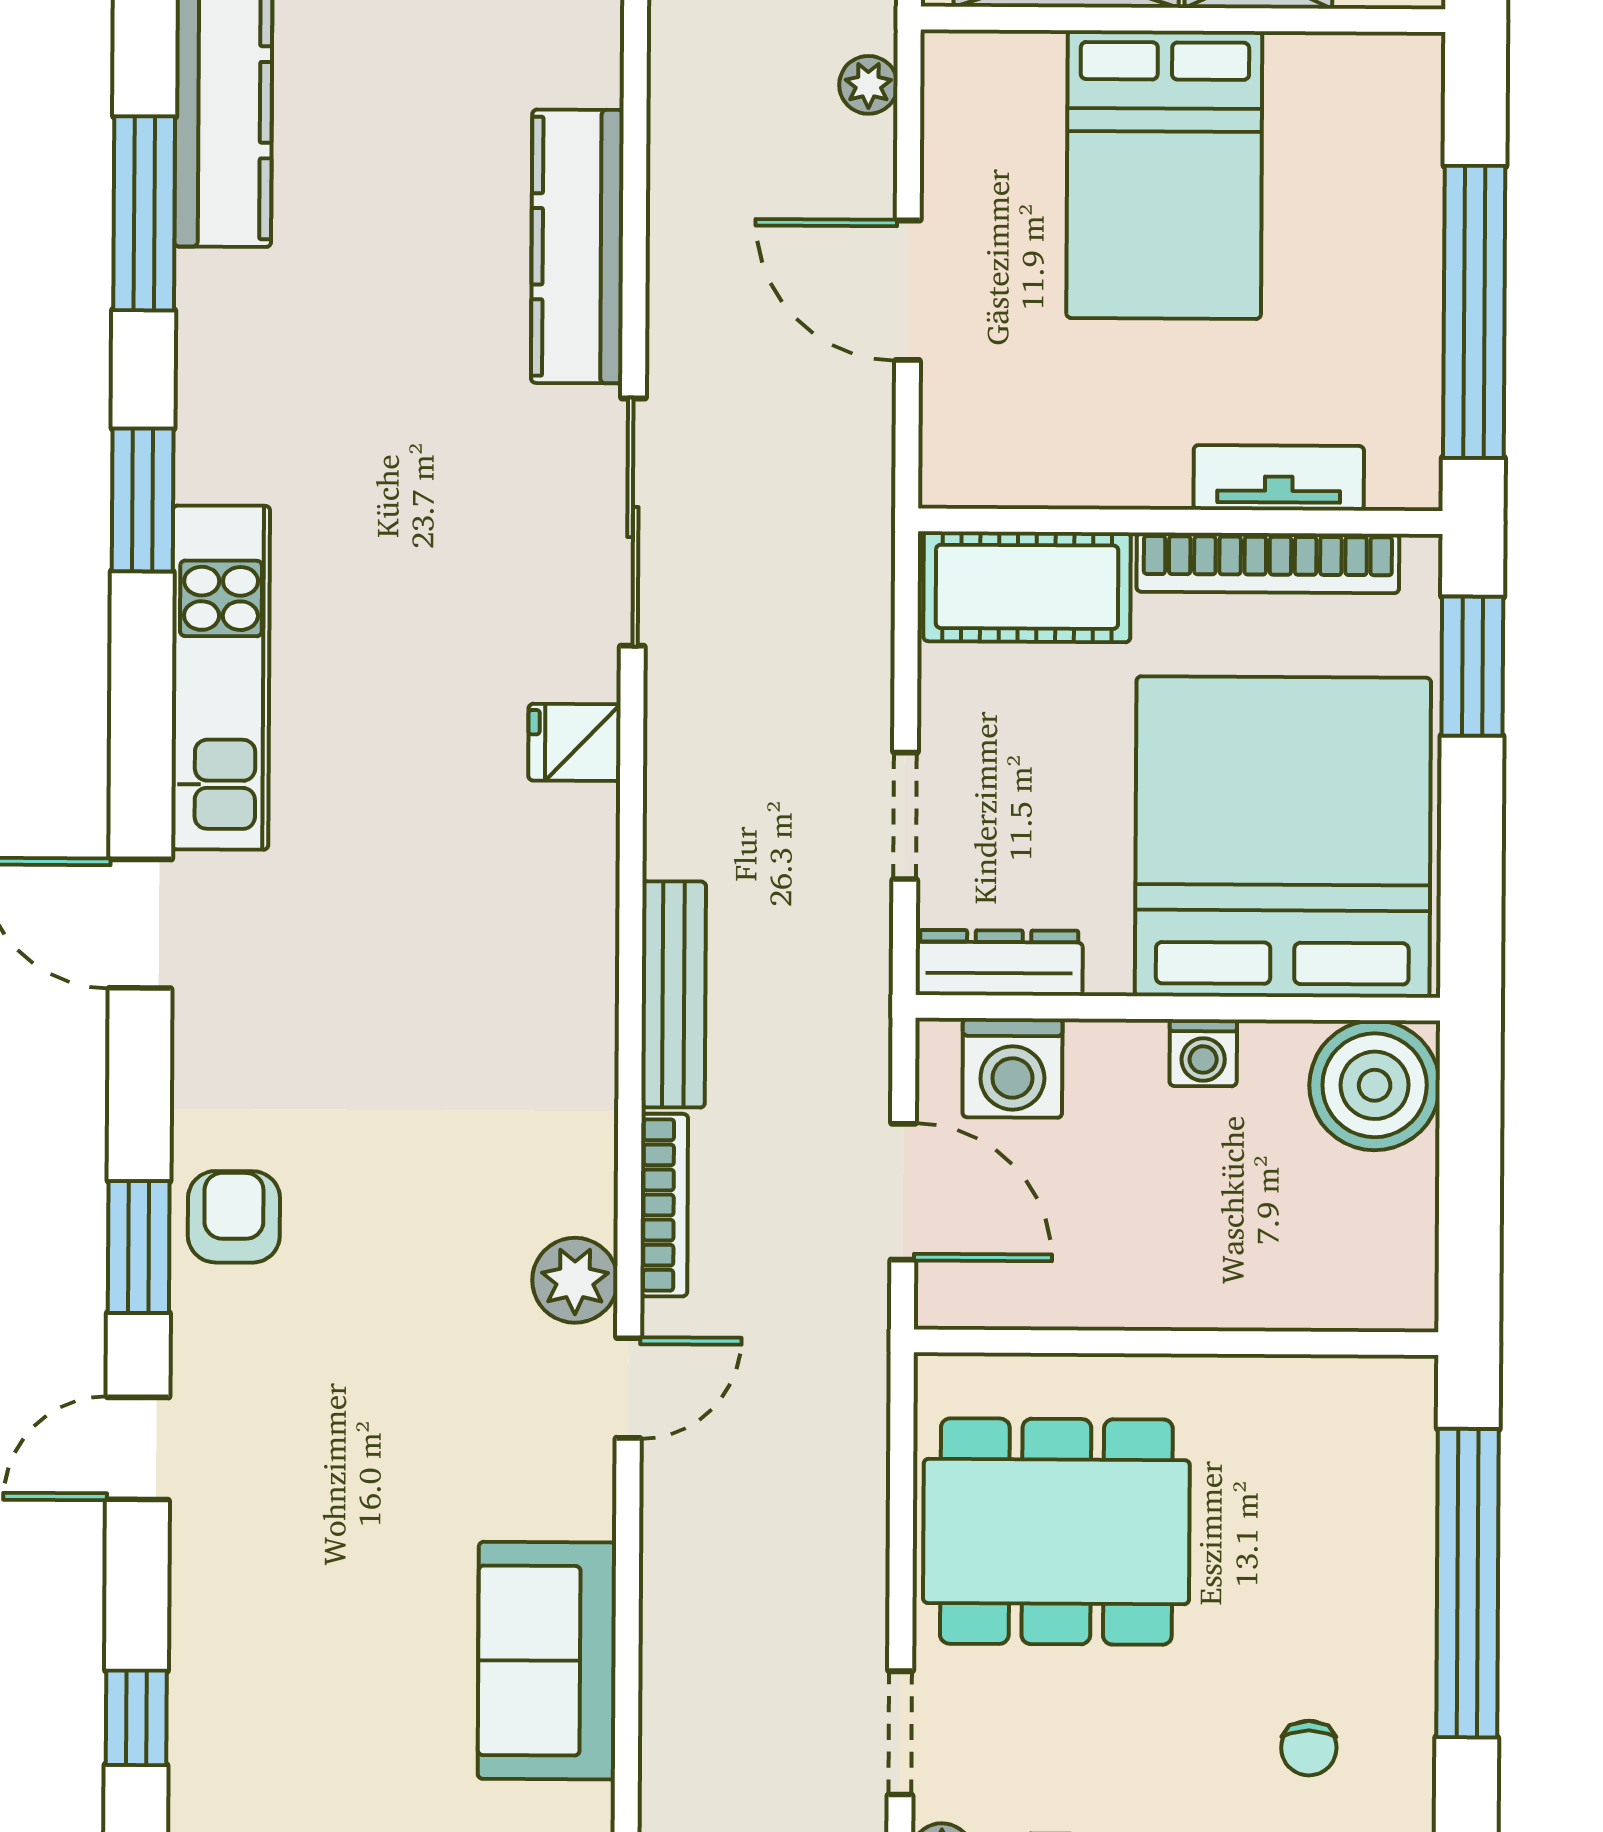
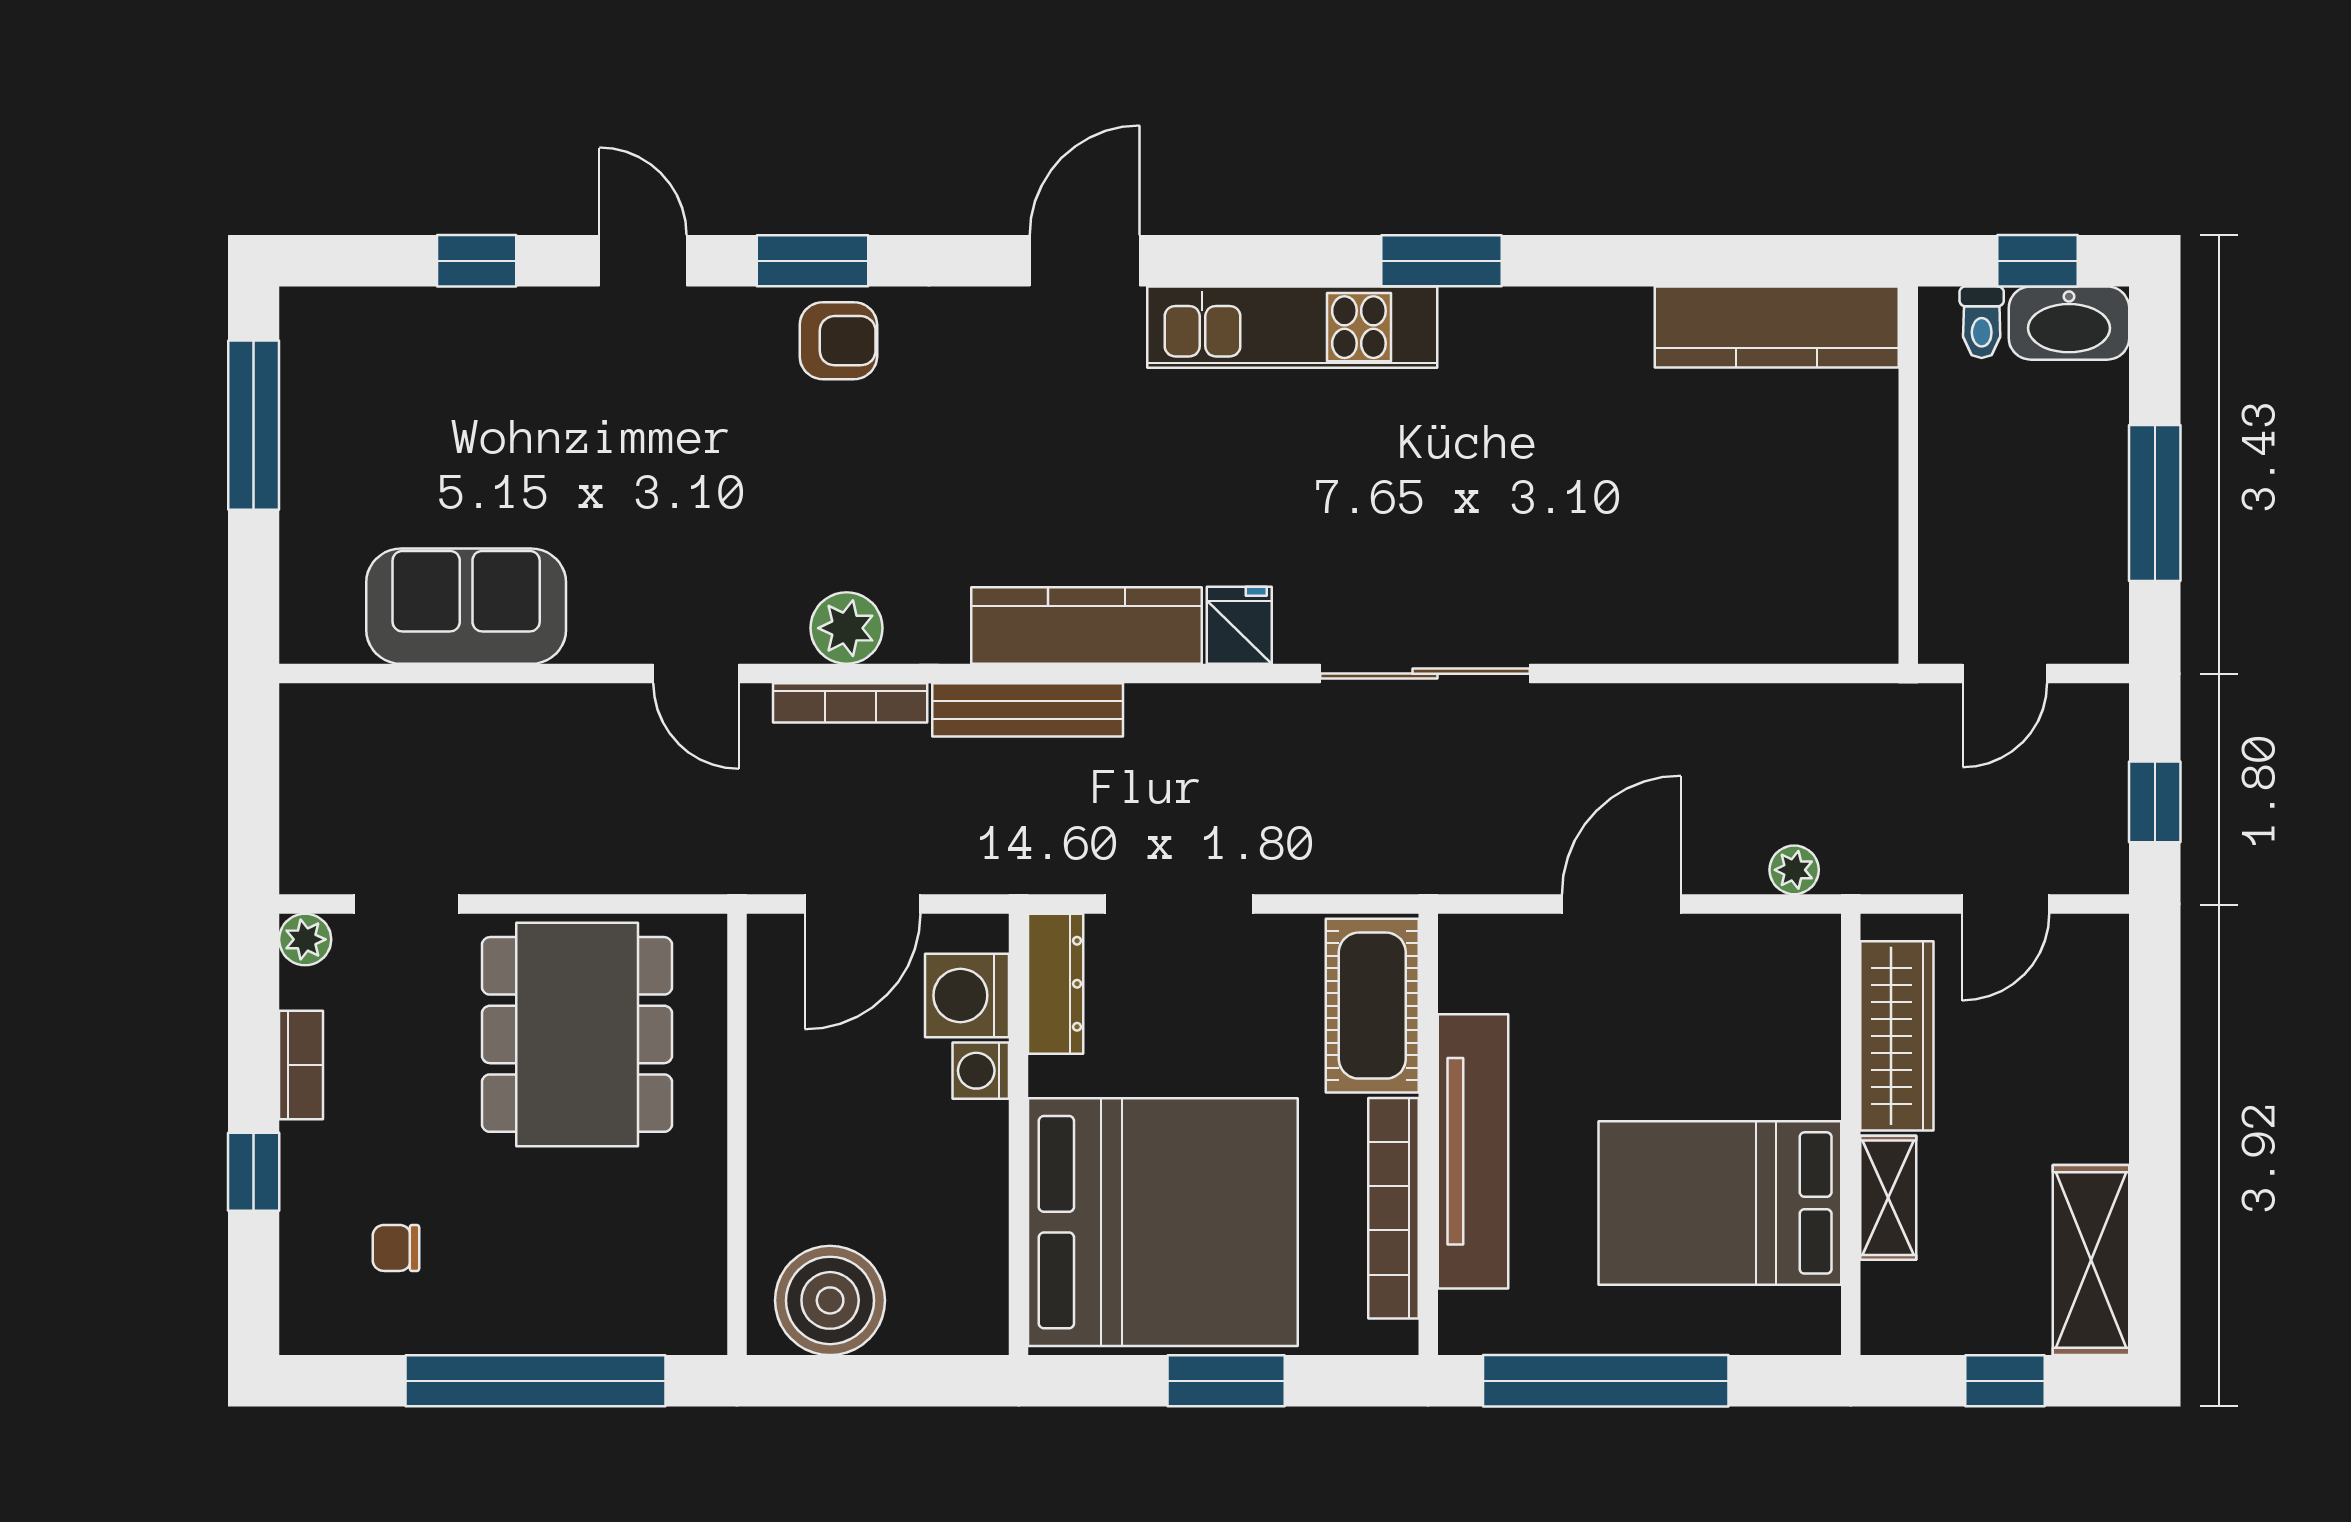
bed: (1164, 175) -> (1720, 1203), moved
window: (144, 213) -> (1683, 261), removed
kitchen counter: (577, 246) -> (1086, 626), moved
tv unit: (1279, 478) -> (1473, 1151), width x1.92, depth x1.29
window: (1472, 666) -> (1226, 1381), moved
doorway: (905, 816) -> (1179, 904), width x1.38
washing machine: (1203, 1053) -> (981, 1071), moved
boiler: (1375, 1085) -> (830, 1300), moved
plant: (575, 1280) -> (847, 628), moved
window: (136, 1718) -> (477, 261), moved

